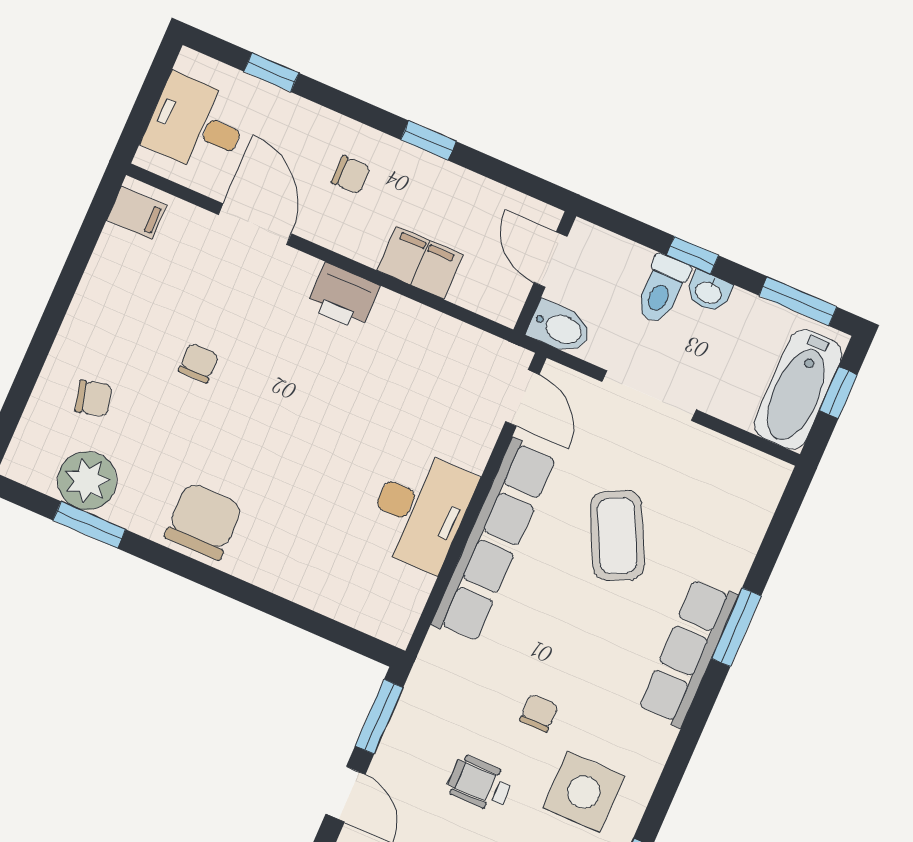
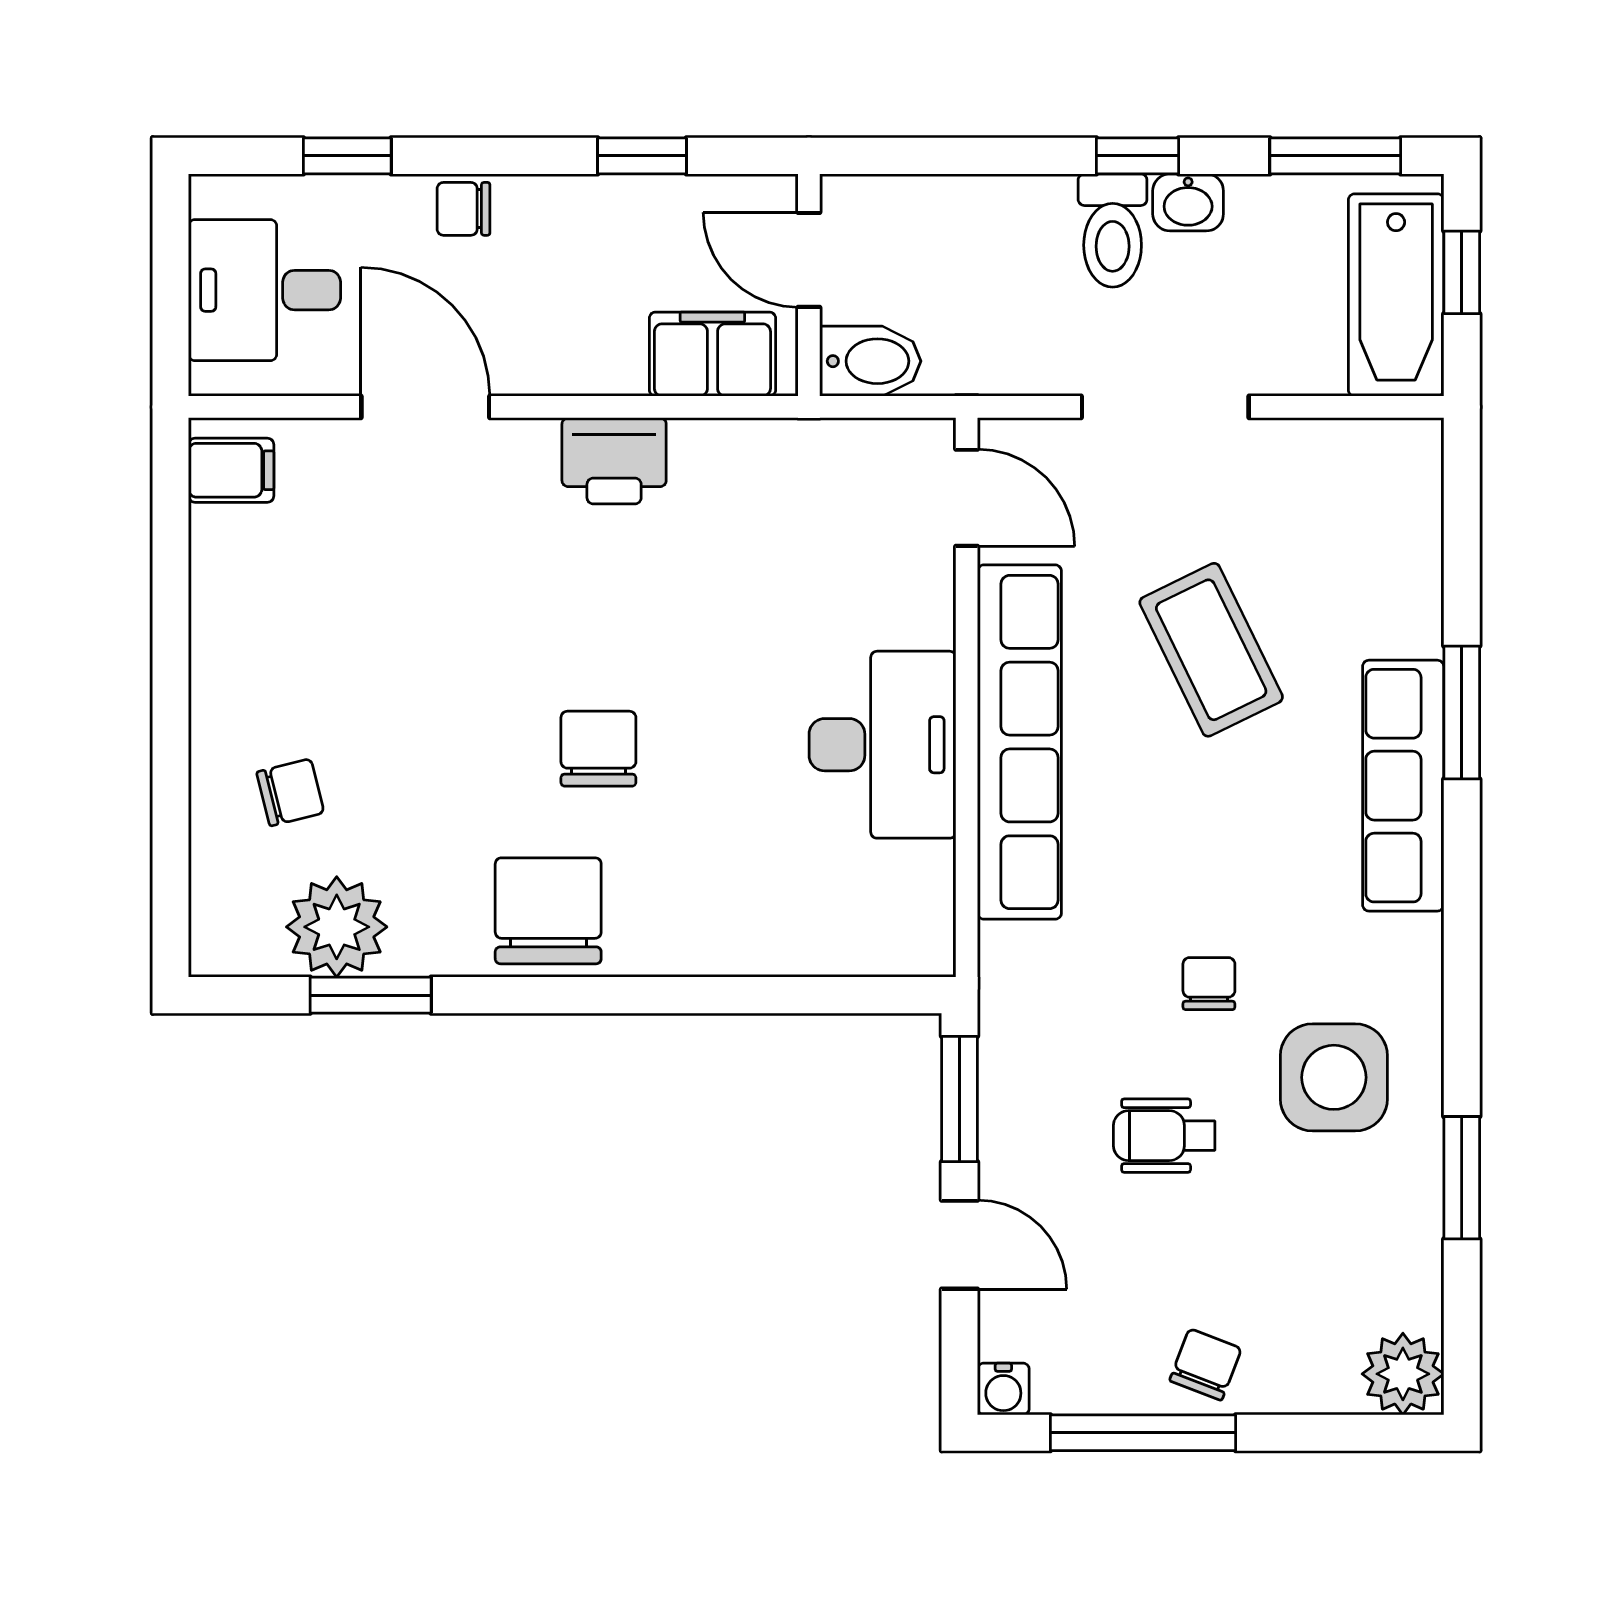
chair: (351, 175) -> (463, 209), moved, turned 180
door: (551, 260) -> (809, 260), moved
wall: (545, 273) -> (809, 285), moved
bidet: (560, 328) -> (870, 361), moved
chair: (199, 363) -> (598, 749), moved, width x1.37, depth x1.37

